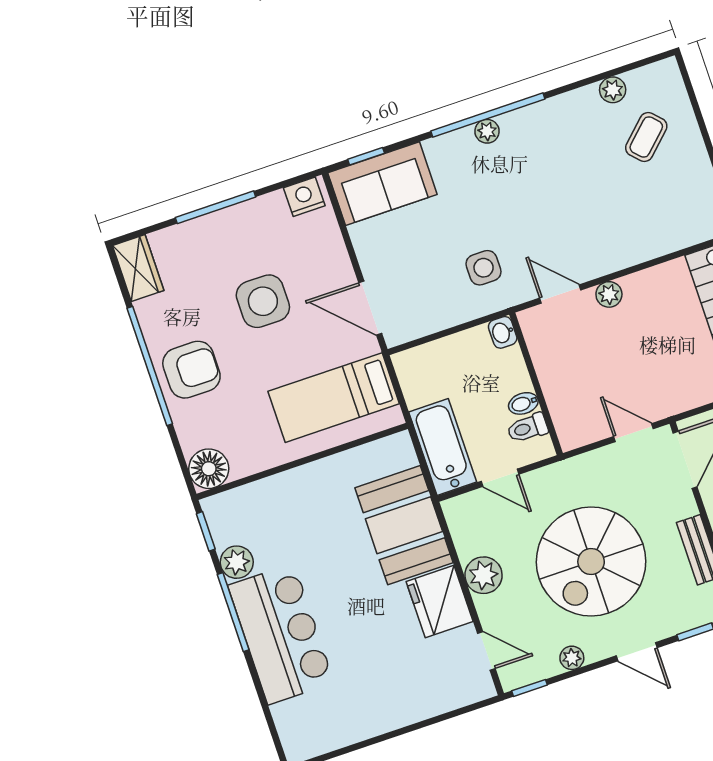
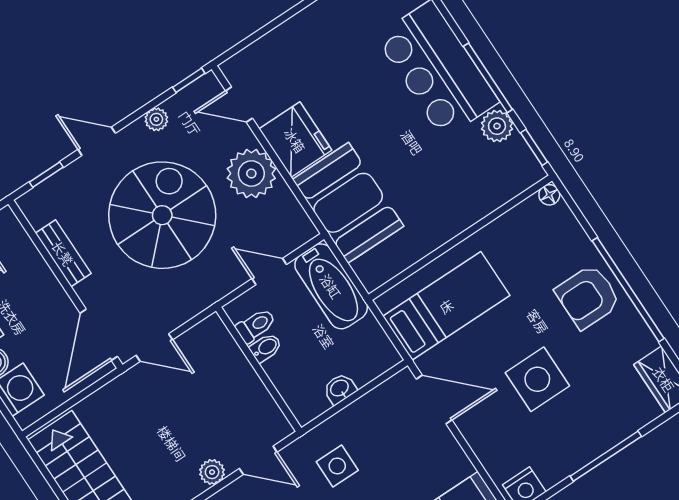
washbasin: (503, 332) -> (340, 389), moved, turned -90
floor lamp: (209, 469) -> (549, 195), width x0.53, depth x0.53
plant: (484, 575) -> (251, 173), width x1.36, depth x1.36

